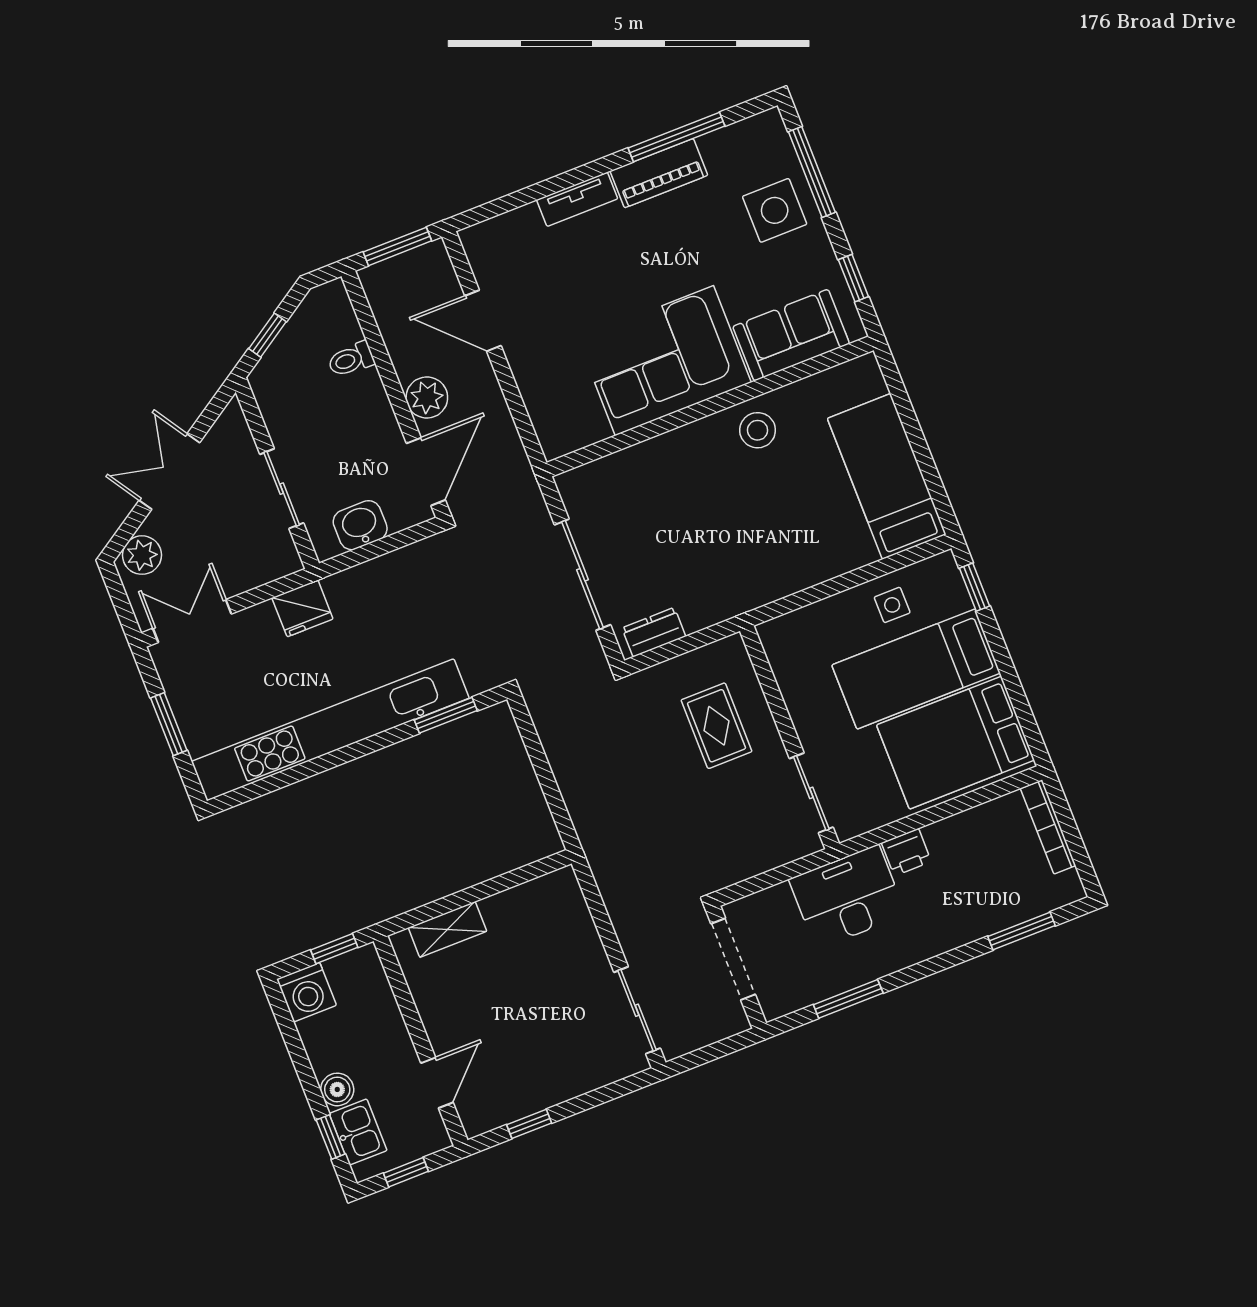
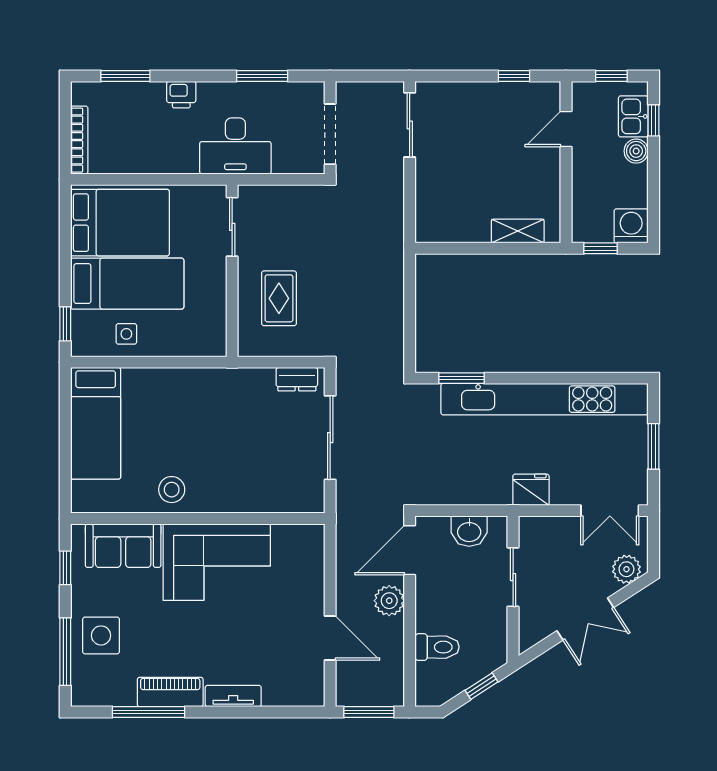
toilet: (351, 359) -> (437, 647), width x1.37, depth x1.39
printer: (906, 852) -> (181, 95), moved, turned 180

